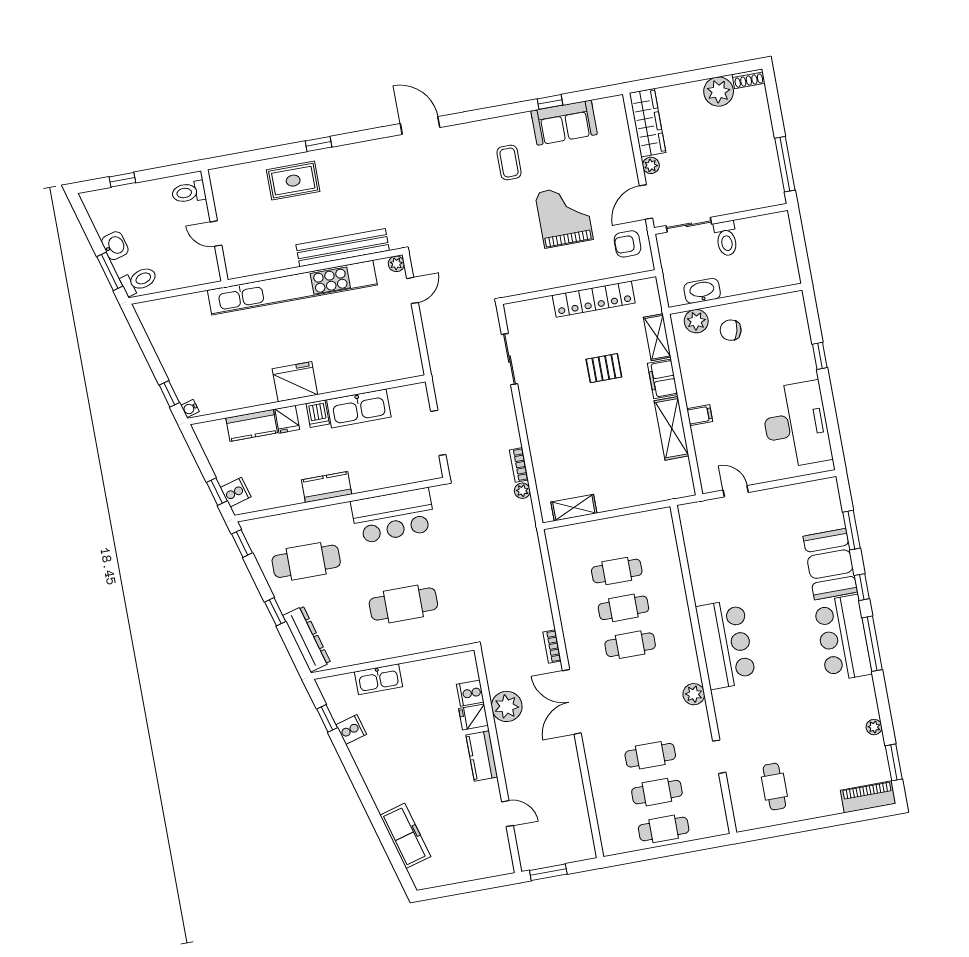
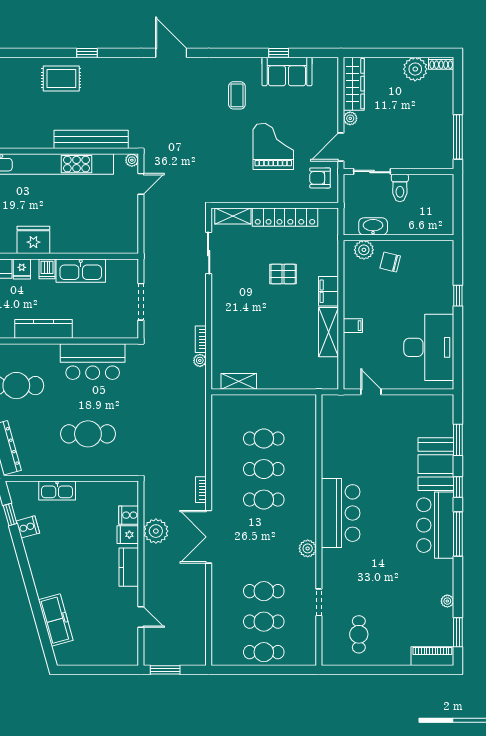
shelving: (657, 337) -> (233, 216), moved, turned 90
kitchen counter: (327, 487) -> (43, 329), width x1.50

